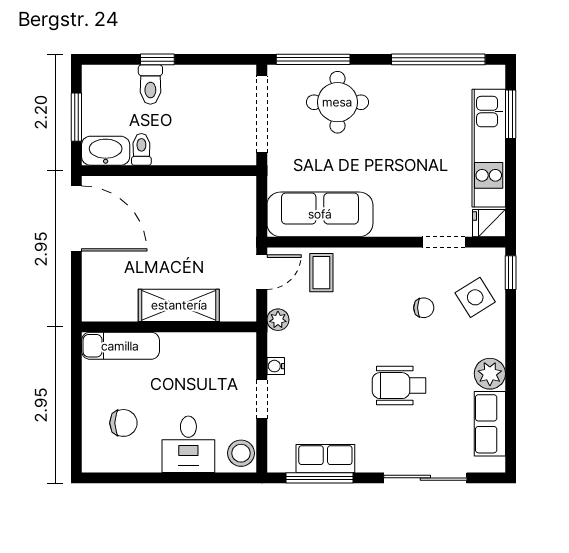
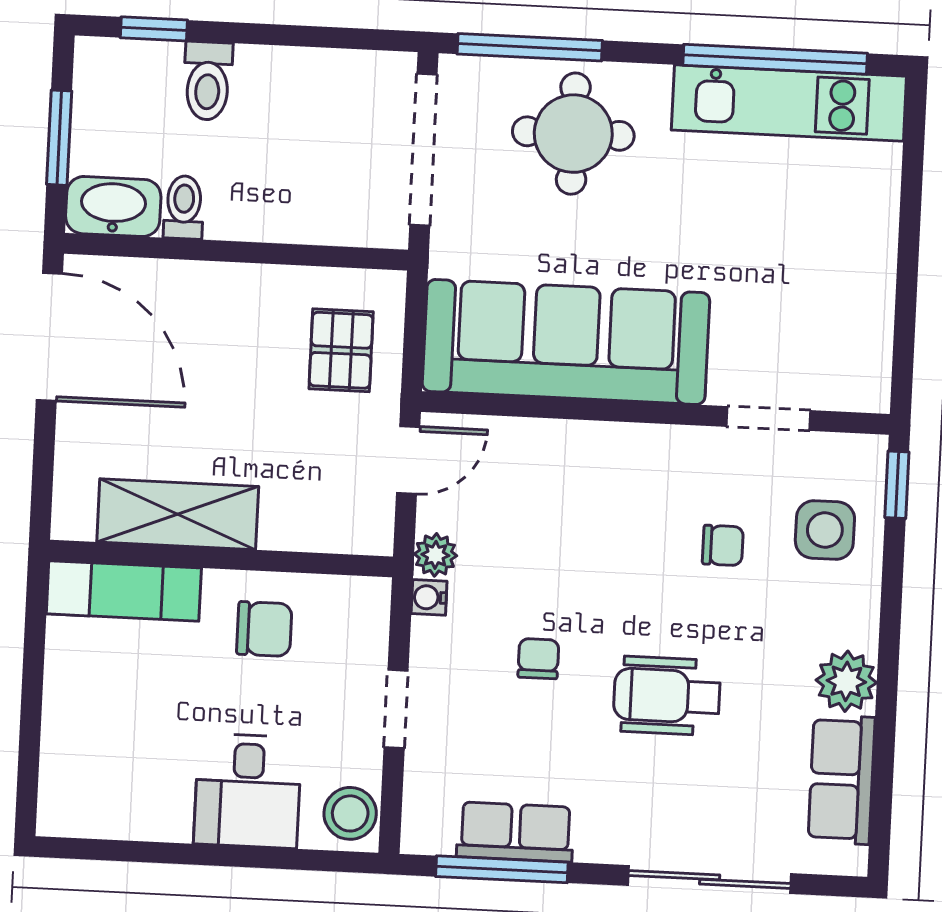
window: (157, 59) -> (154, 29), moved
window: (511, 114) -> (912, 174), removed
kitchen unit: (489, 148) -> (789, 103), moved, turned -90
sofa: (320, 214) -> (566, 342), width x1.36, depth x1.27
pallet: (225, 218) -> (341, 350), added
fridge: (489, 223) -> (859, 385), removed
coffee table: (321, 273) -> (525, 467), removed
side table: (475, 297) -> (825, 530), turned 32
shelving: (179, 305) -> (178, 514), moved
water cooler: (276, 366) -> (429, 597), moved
chair: (333, 370) -> (538, 659), added
chair: (123, 423) -> (264, 629), moved

